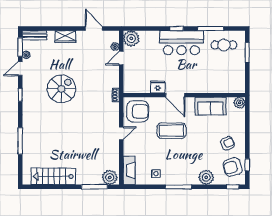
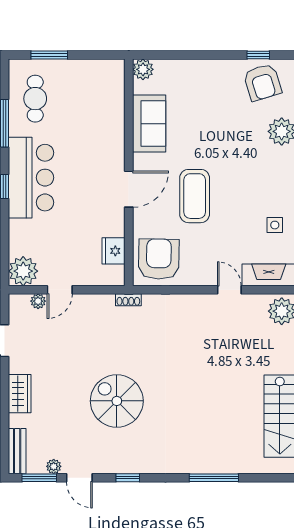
door: (121, 58) -> (60, 290), hinge flipped
fridge: (158, 87) -> (113, 251), moved
door: (121, 133) -> (229, 290), moved
armchair: (228, 143) -> (218, 92), removed

